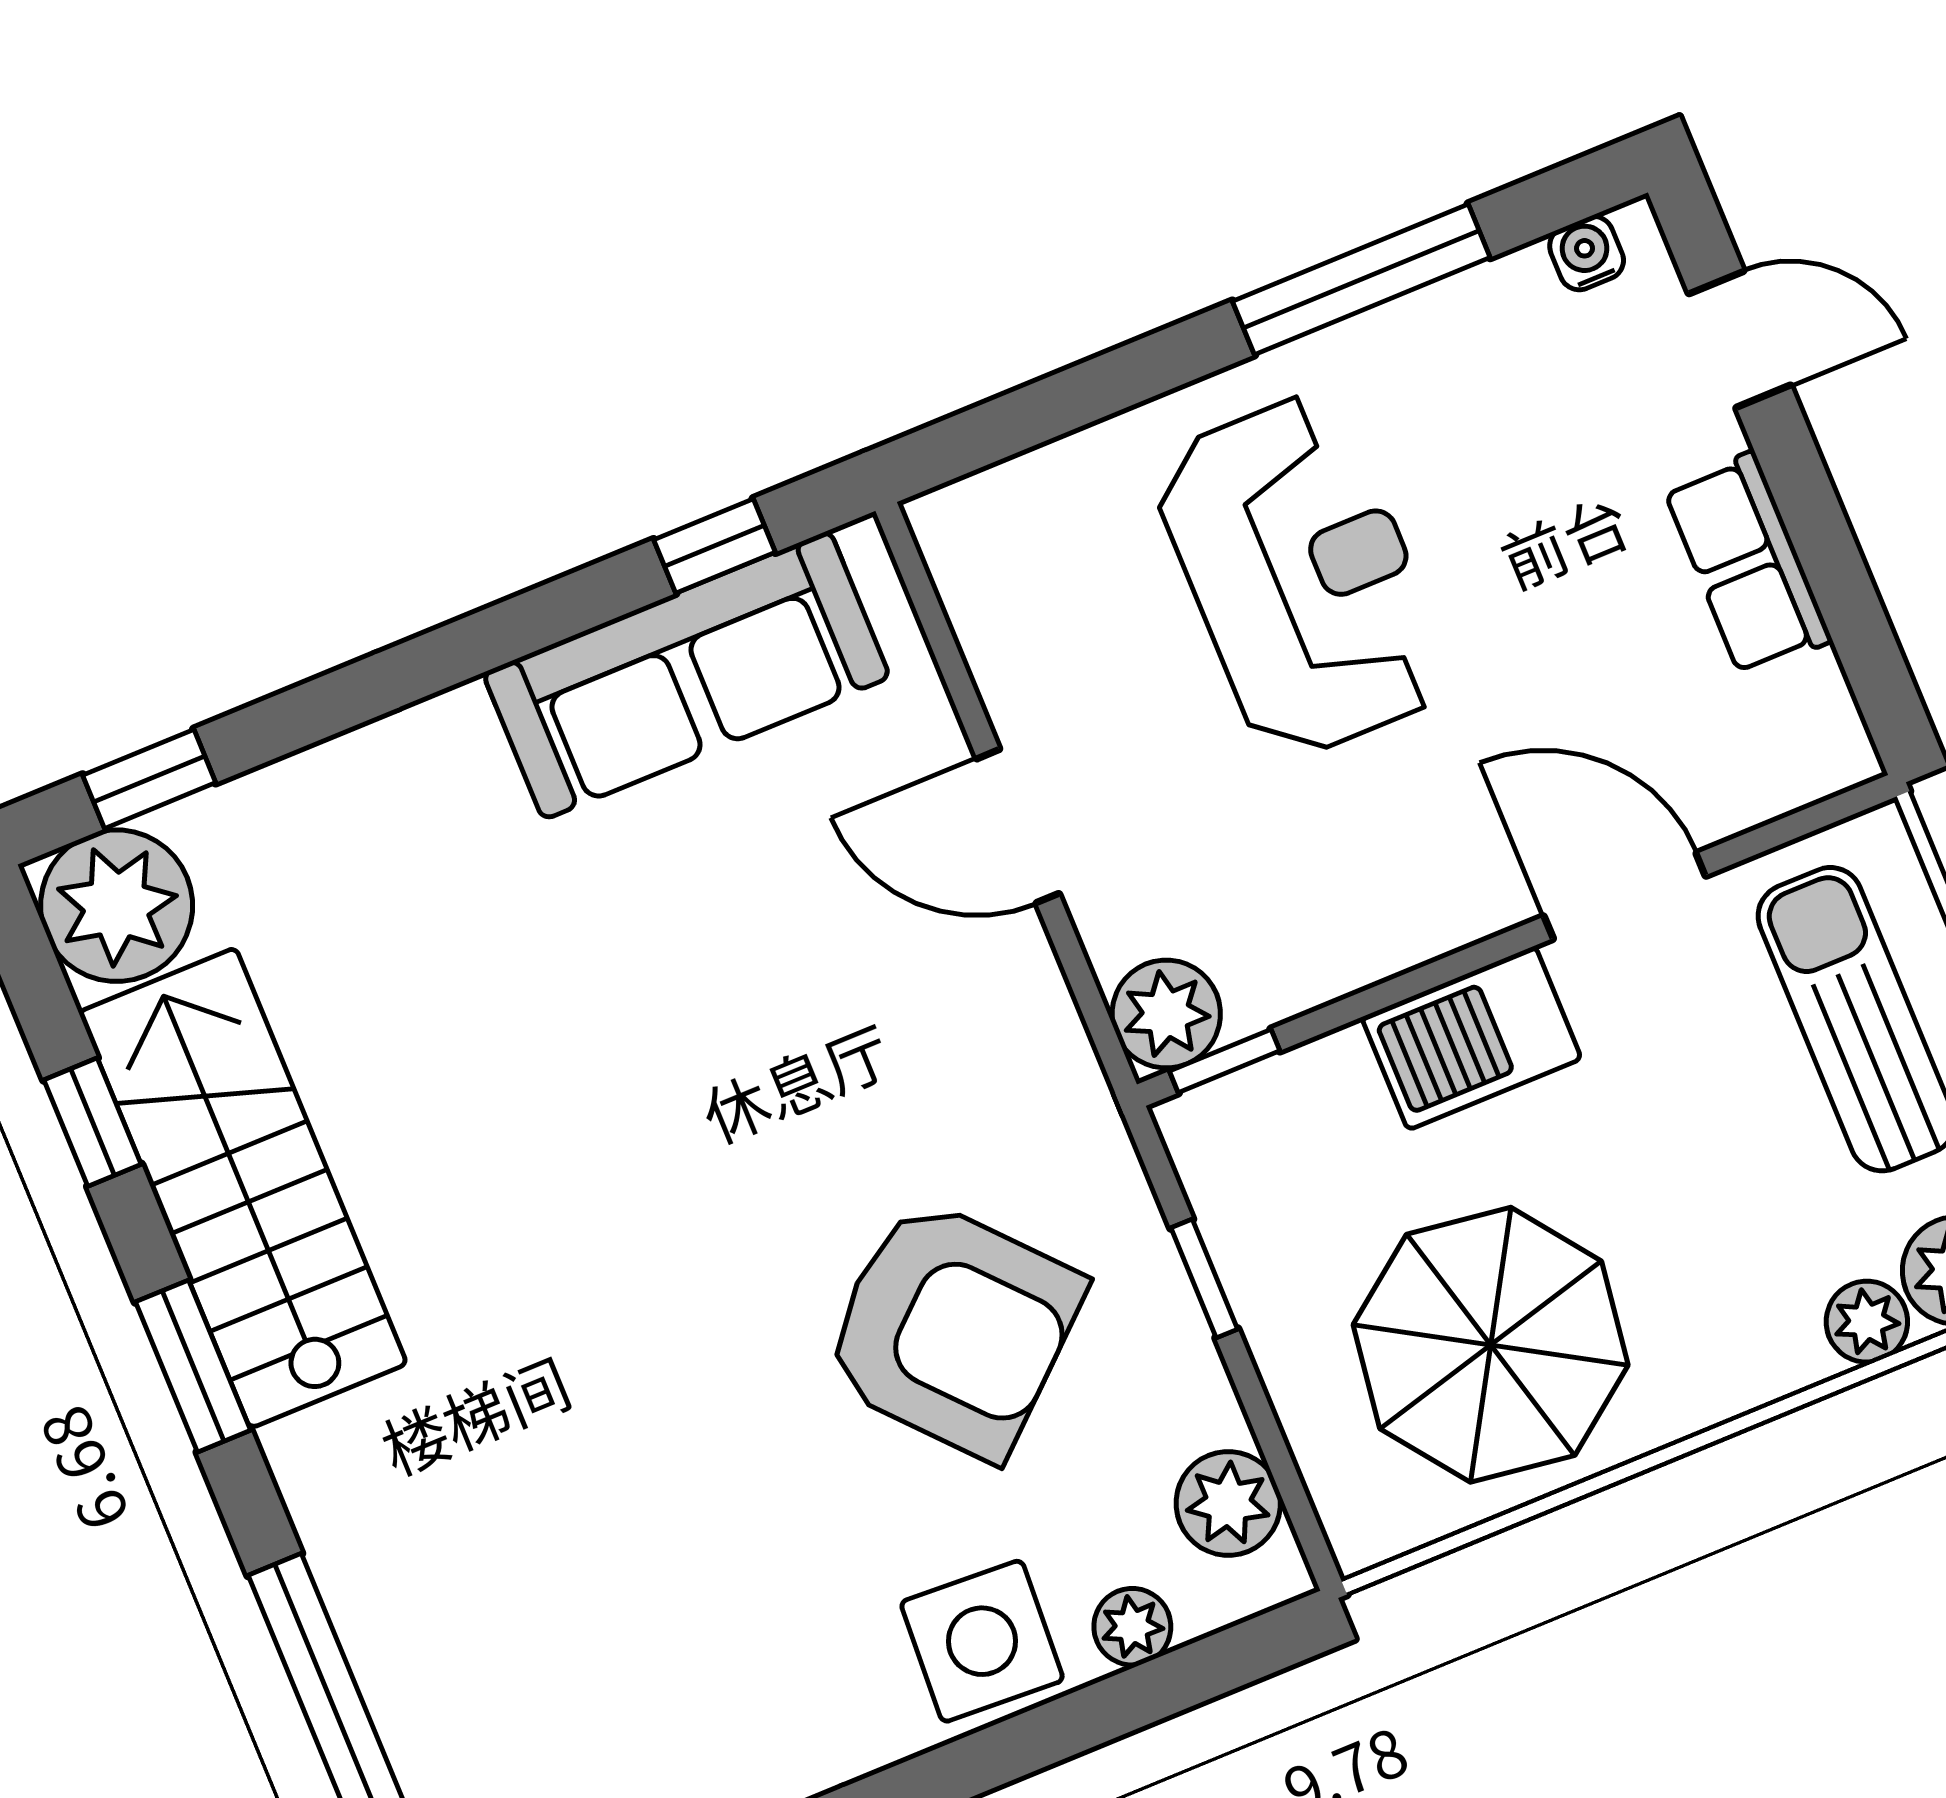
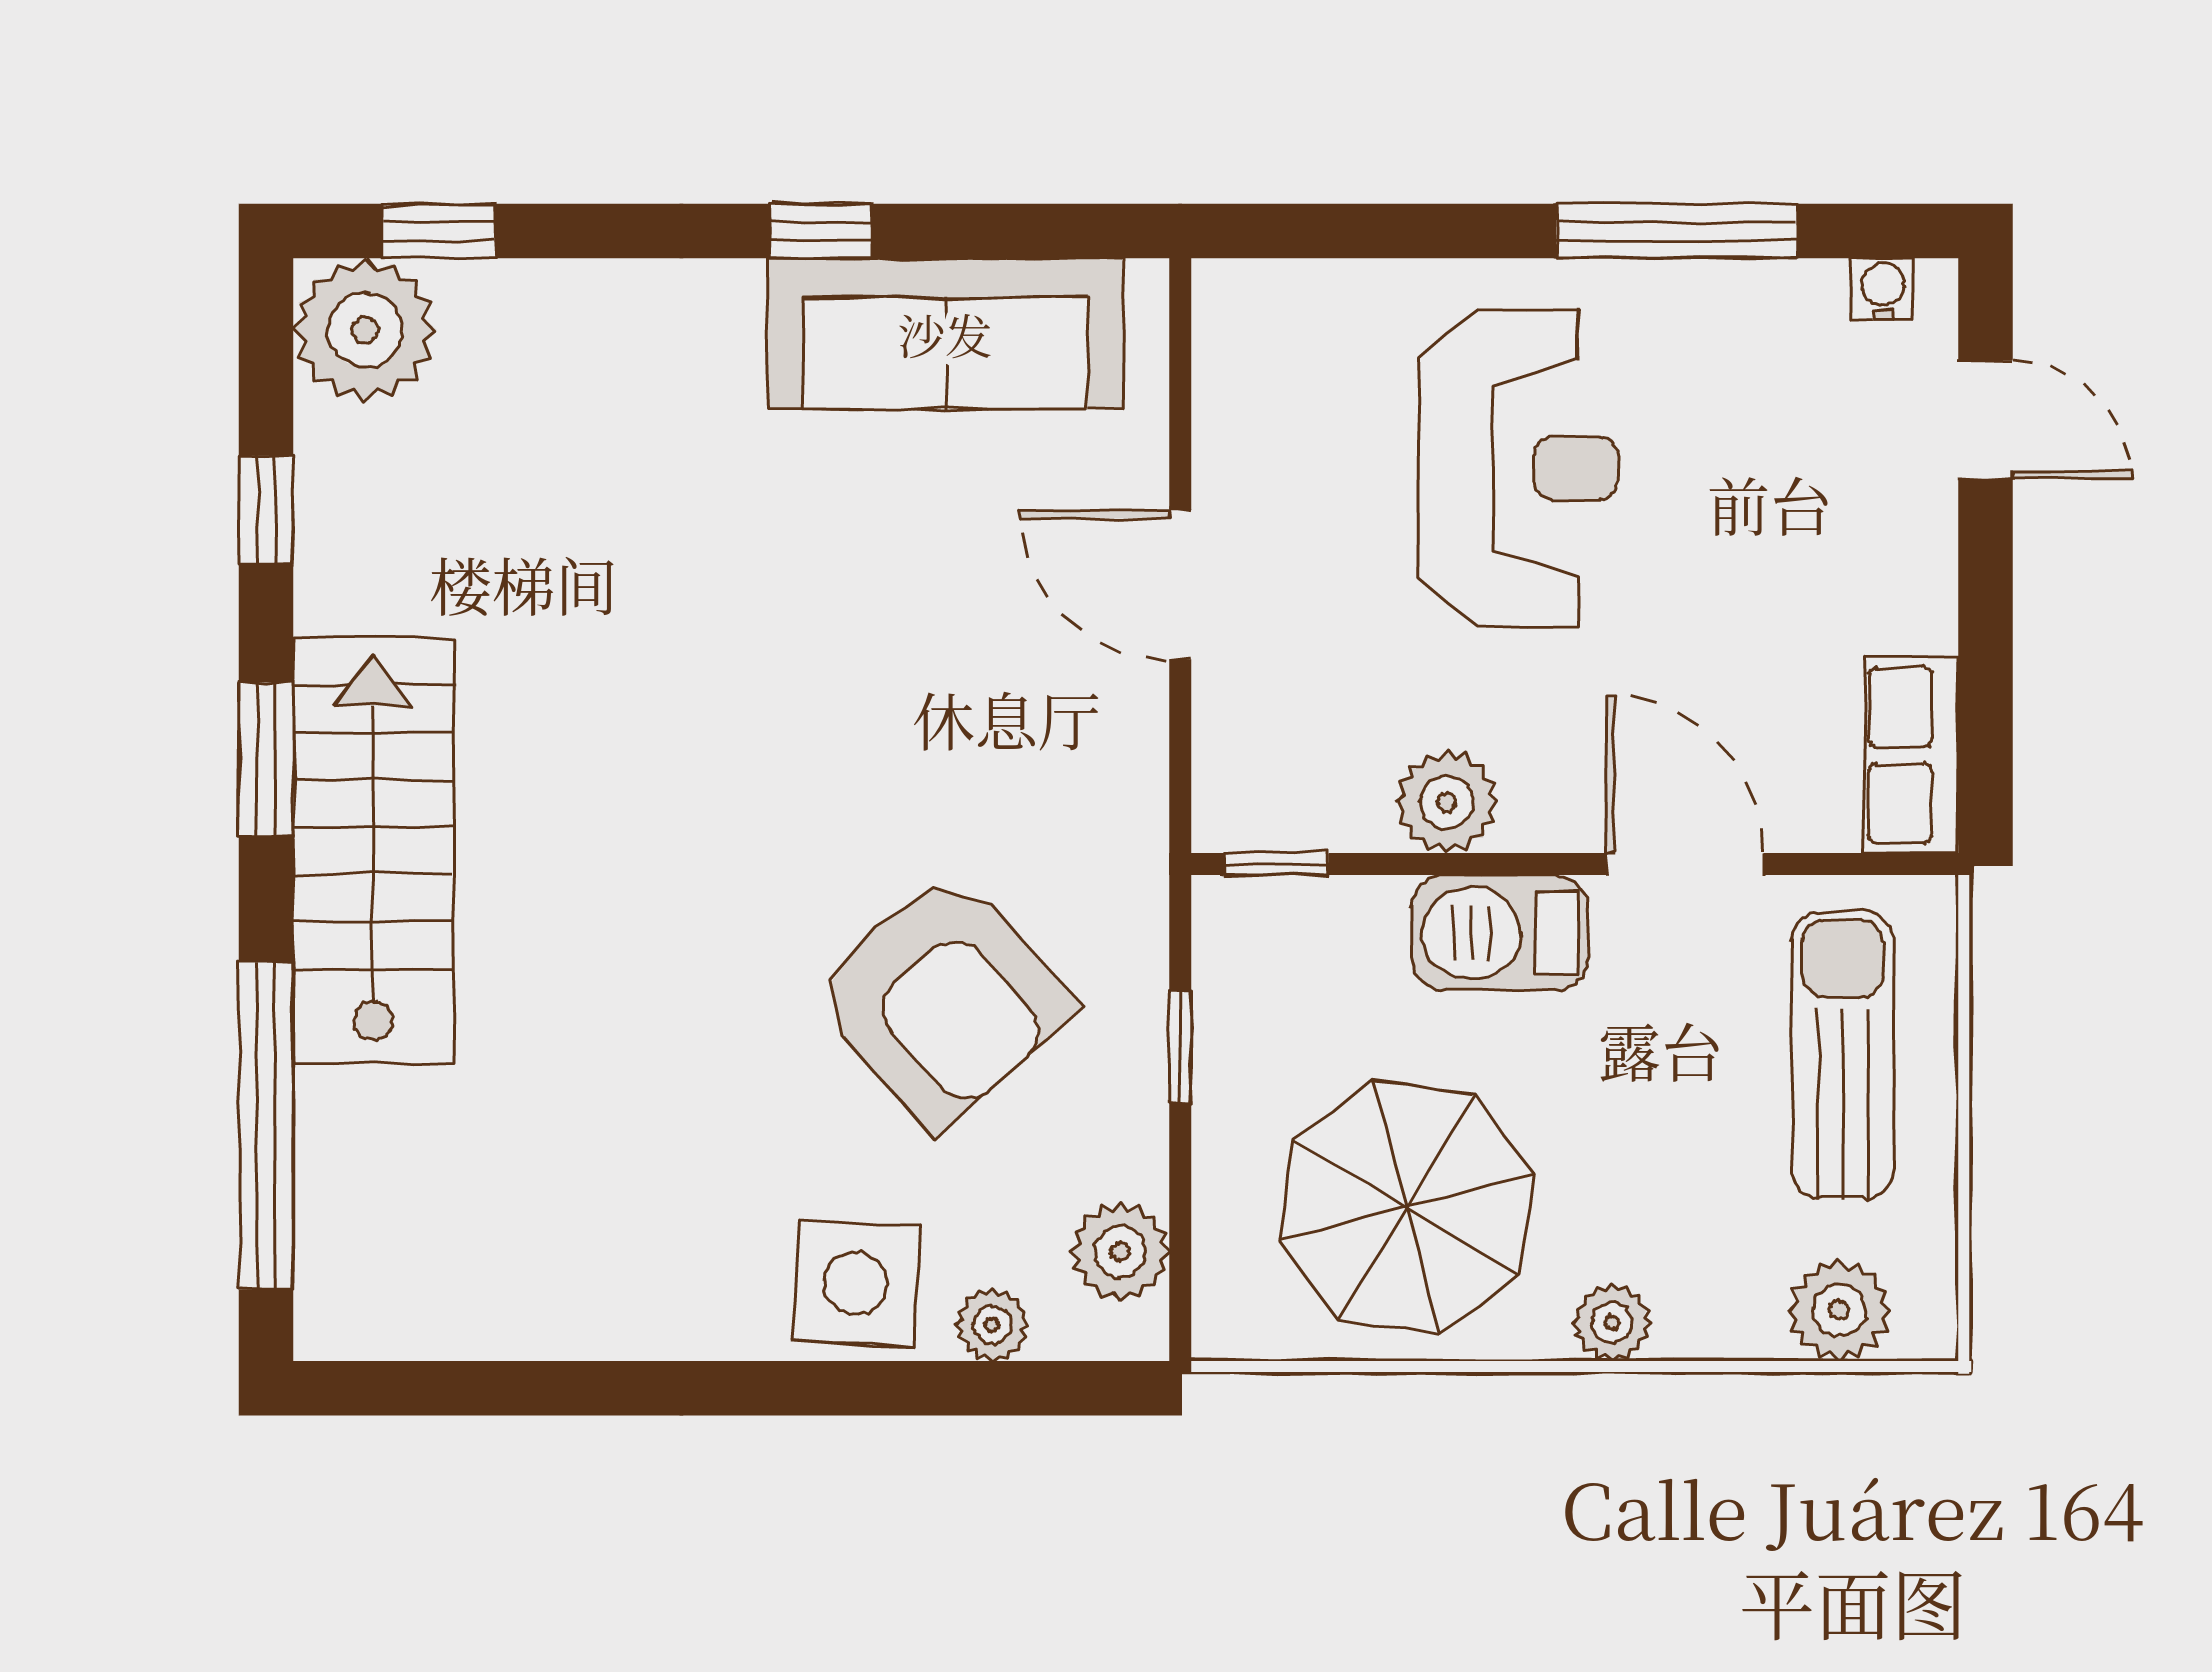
window: (715, 546) -> (821, 231), moved
row of seats: (1748, 564) -> (1911, 755), moved
plant: (1166, 1014) -> (1447, 802), moved
stairs: (243, 1188) -> (373, 850), moved
plant: (1867, 1322) -> (1612, 1323), moved

